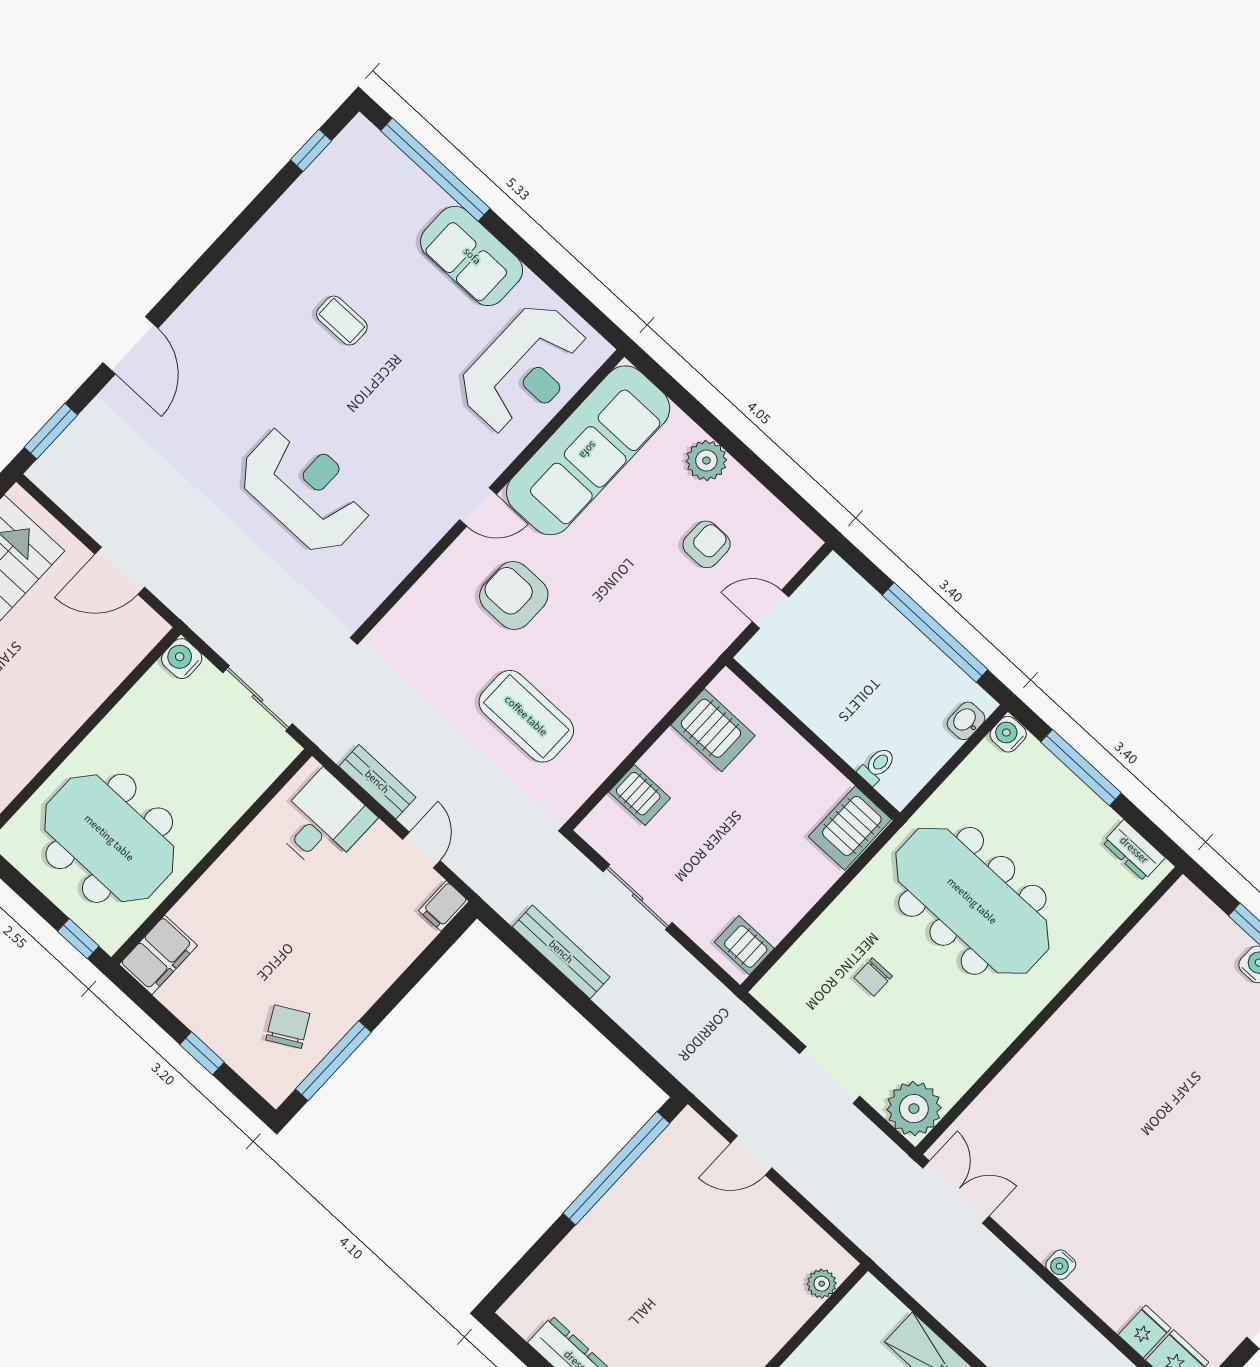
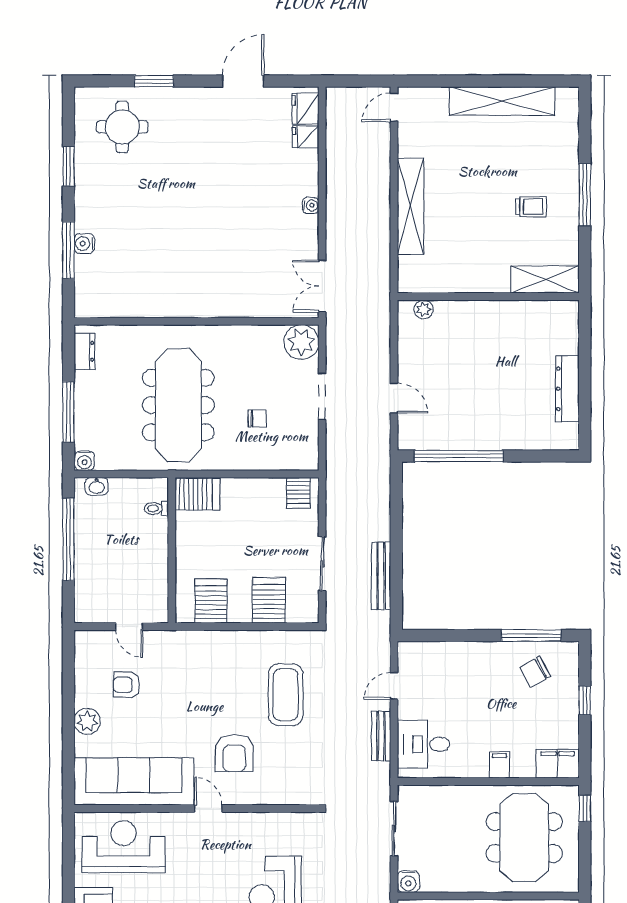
server rack: (640, 795) -> (269, 600), width x1.36, depth x1.44
filing cabinet: (444, 906) -> (499, 765), moved, turned -90

